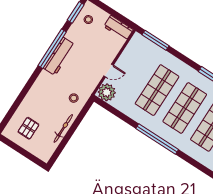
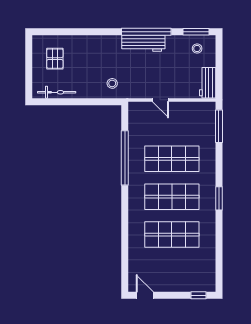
plant: (107, 92) -> (138, 112), removed
pallet: (28, 128) -> (55, 59), turned 90
bicycle: (63, 128) -> (57, 92), moved
window: (157, 139) -> (125, 158), moved

